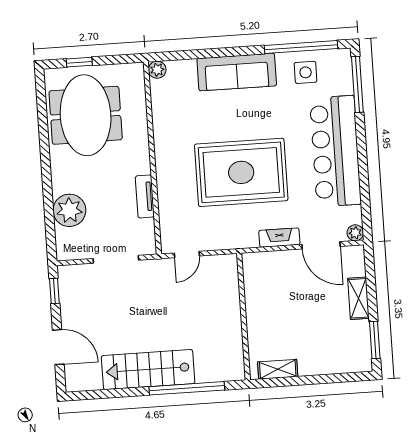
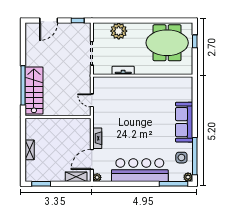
plant: (157, 70) -> (188, 177), moved
rug: (241, 172) -> (132, 121), removed
door: (187, 254) -> (92, 100), moved
shelving: (358, 298) -> (76, 177), moved
shelving: (278, 369) -> (30, 150), moved
stairs: (148, 370) -> (34, 91), moved

